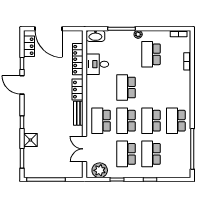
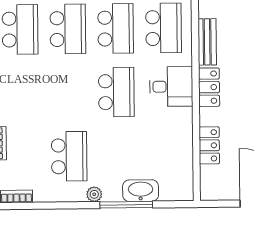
washbasin: (95, 36) -> (141, 191), moved
locker: (78, 59) -> (209, 145), width x0.66
desk: (97, 64) -> (171, 87), moved

